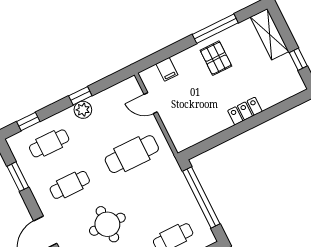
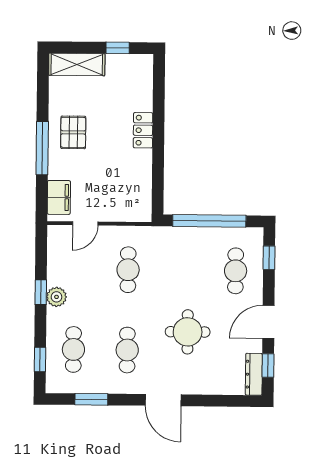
window: (215, 29) -> (42, 148), moved
pallet: (216, 58) -> (73, 132), turned 90
filing cabinet: (167, 69) -> (59, 197), width x2.00
cafe table: (132, 154) -> (128, 270), width x0.73, depth x0.74

